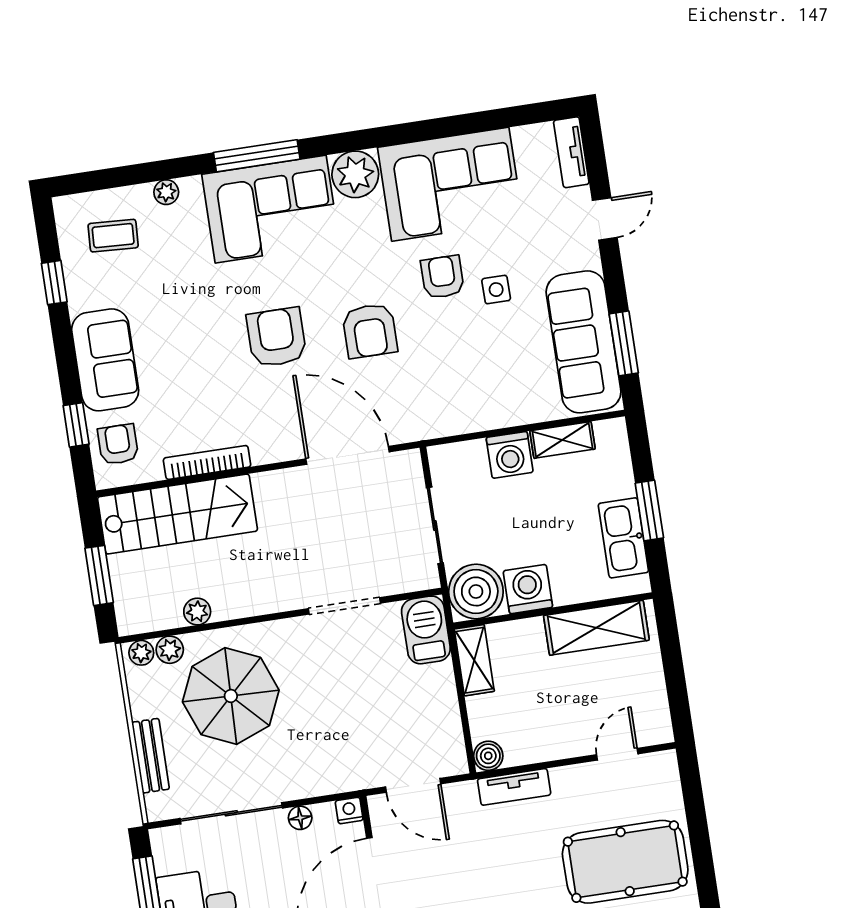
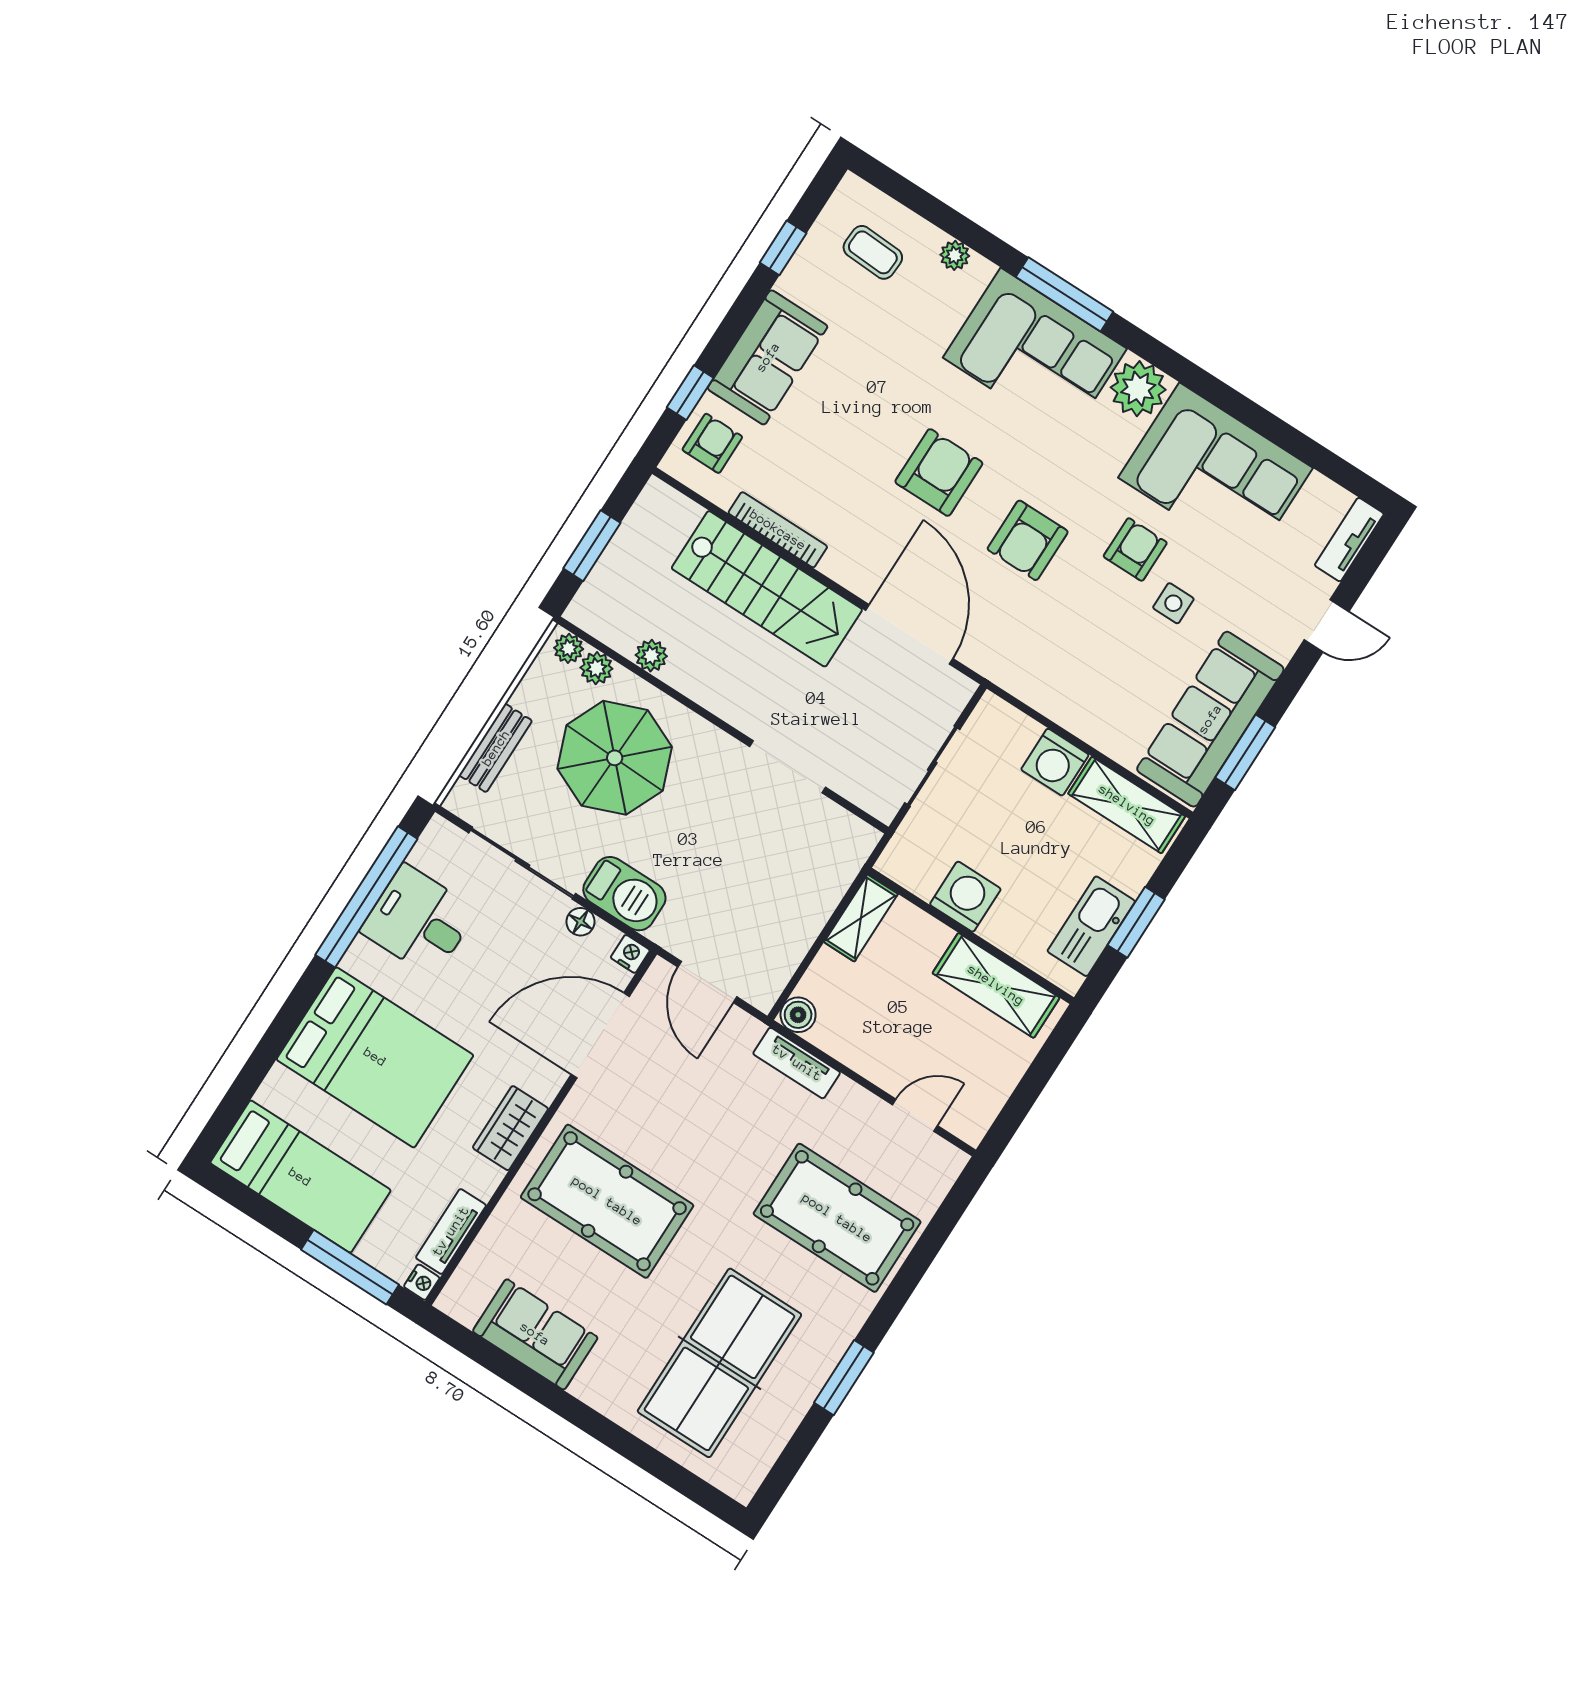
shelving: (562, 440) -> (1127, 805), width x1.50, depth x1.33
stairs: (177, 514) -> (767, 589), moved
boiler: (476, 591) -> (917, 858), removed
barbecue: (426, 630) -> (624, 894), moved, turned 90

